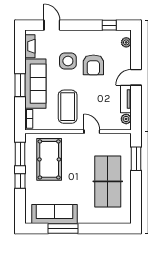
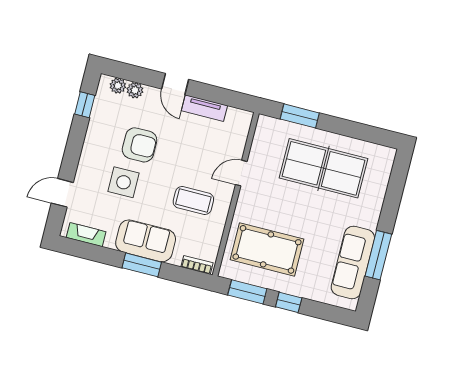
sofa: (35, 84) -> (146, 241), width x0.73
coffee table: (68, 107) -> (193, 200), width x0.73, depth x0.76
plant: (126, 119) -> (135, 90), moved

